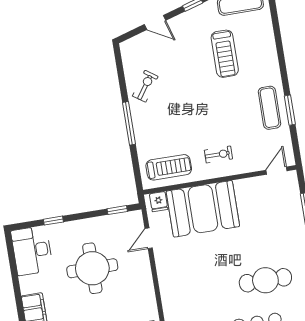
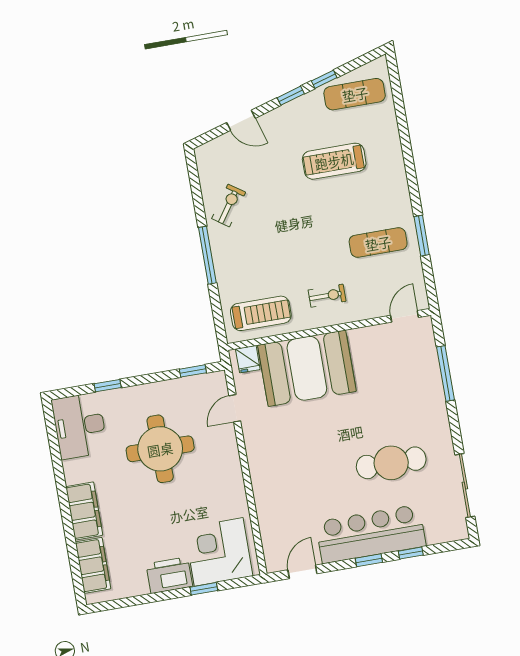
treadmill: (225, 54) -> (334, 161), turned 90
exercise mat: (269, 108) -> (378, 243), moved, turned 90

